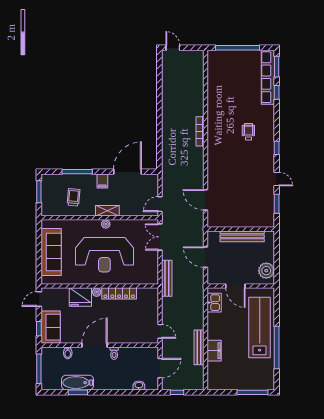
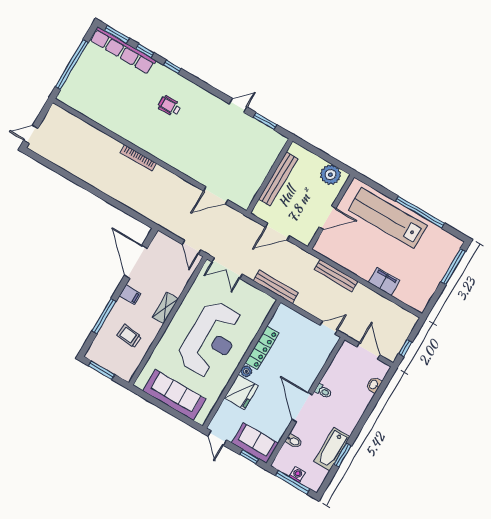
window: (277, 148) -> (172, 67), moved
plant: (106, 224) -> (179, 318), removed
kitchen sink: (214, 303) -> (332, 251), removed
bench: (199, 347) -> (336, 276), moved
washing machine: (46, 369) -> (297, 475), added

